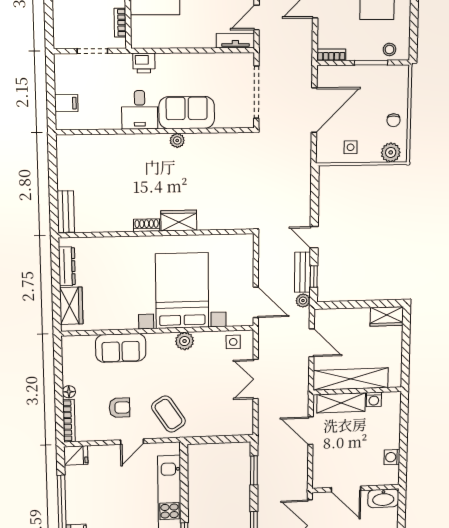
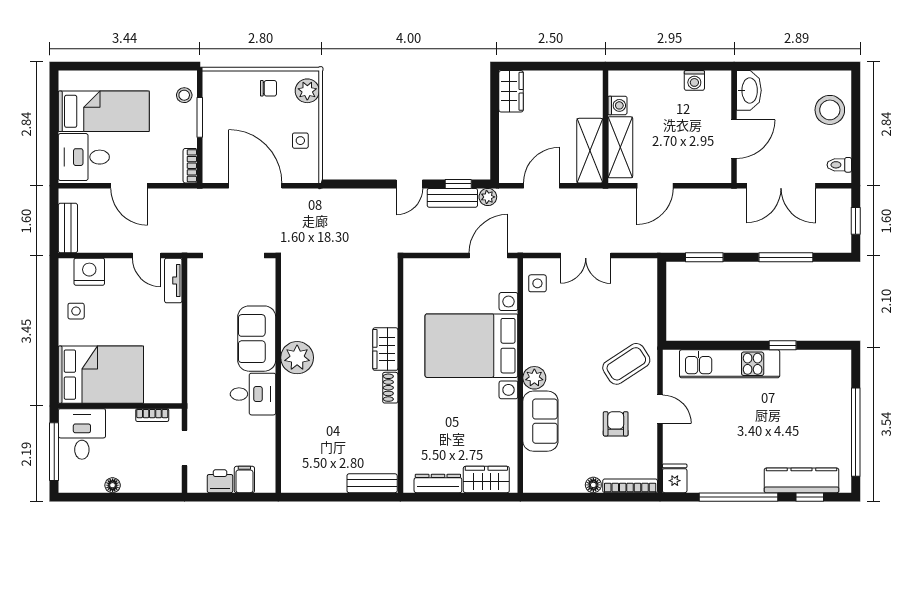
printer: (144, 63) -> (220, 481), moved, turned -90
plant: (177, 140) -> (297, 358), width x1.87, depth x1.87
plant: (185, 341) -> (534, 378), moved
shelving: (351, 379) -> (590, 151), width x0.68

